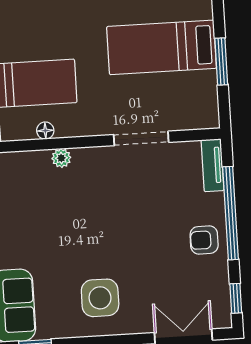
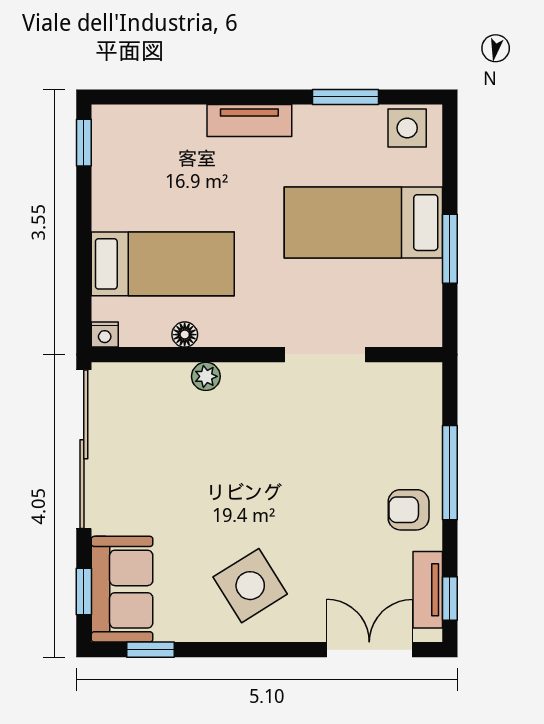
tv unit: (213, 165) -> (428, 590), moved
window: (231, 213) -> (450, 473), width x0.68
side table: (100, 298) -> (250, 586), turned -32

